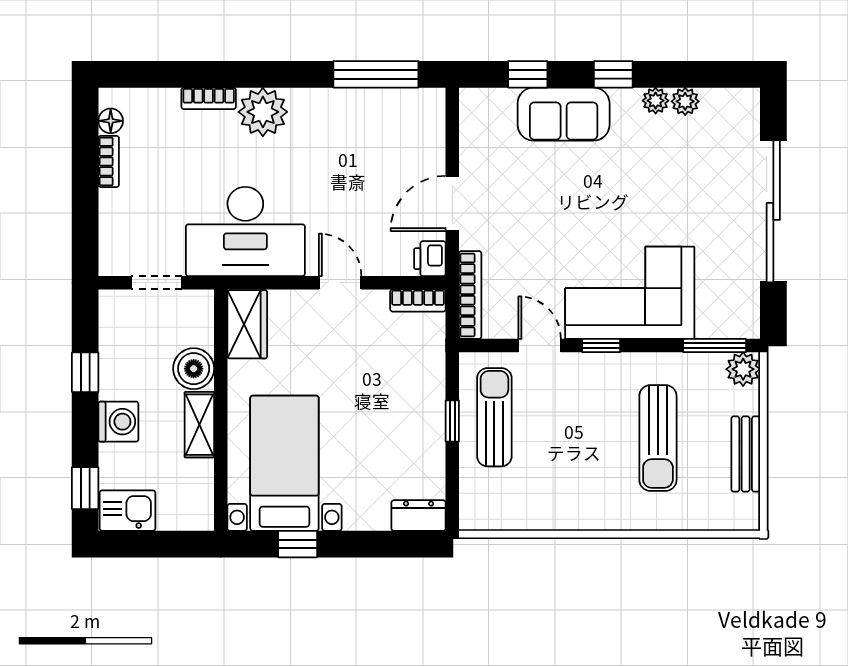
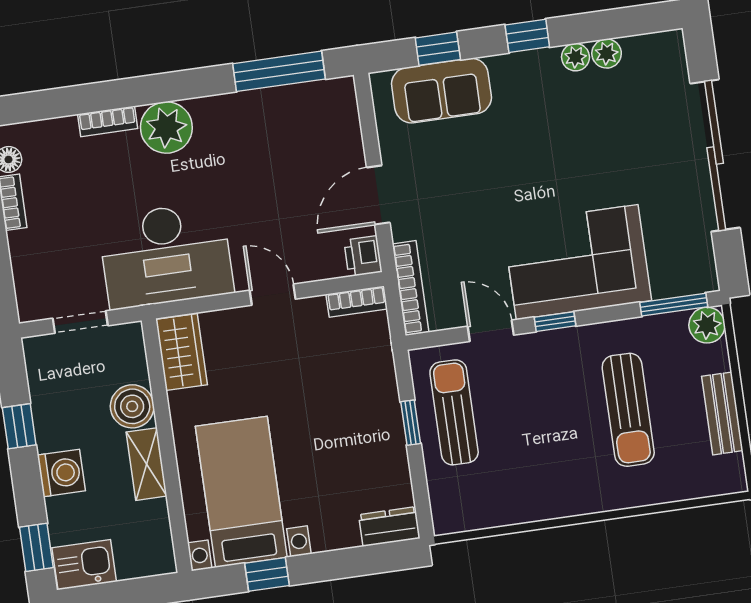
sofa: (564, 114) -> (441, 91), moved

